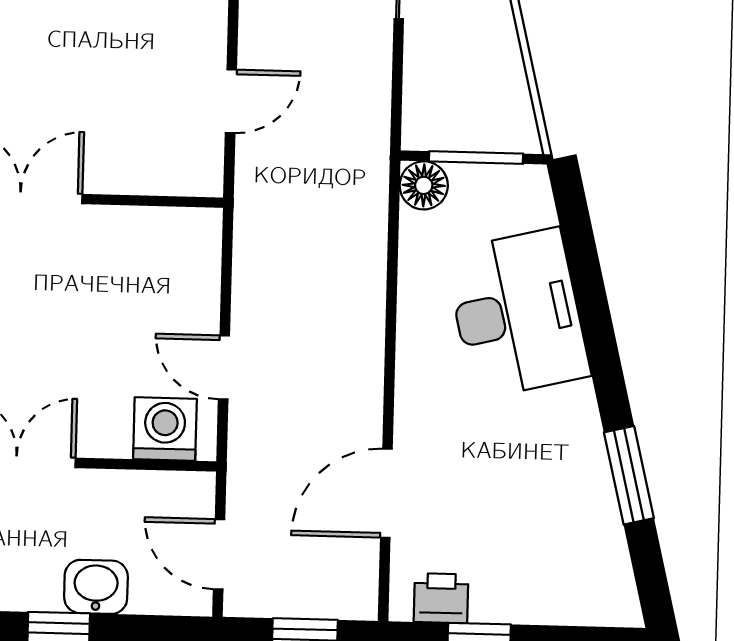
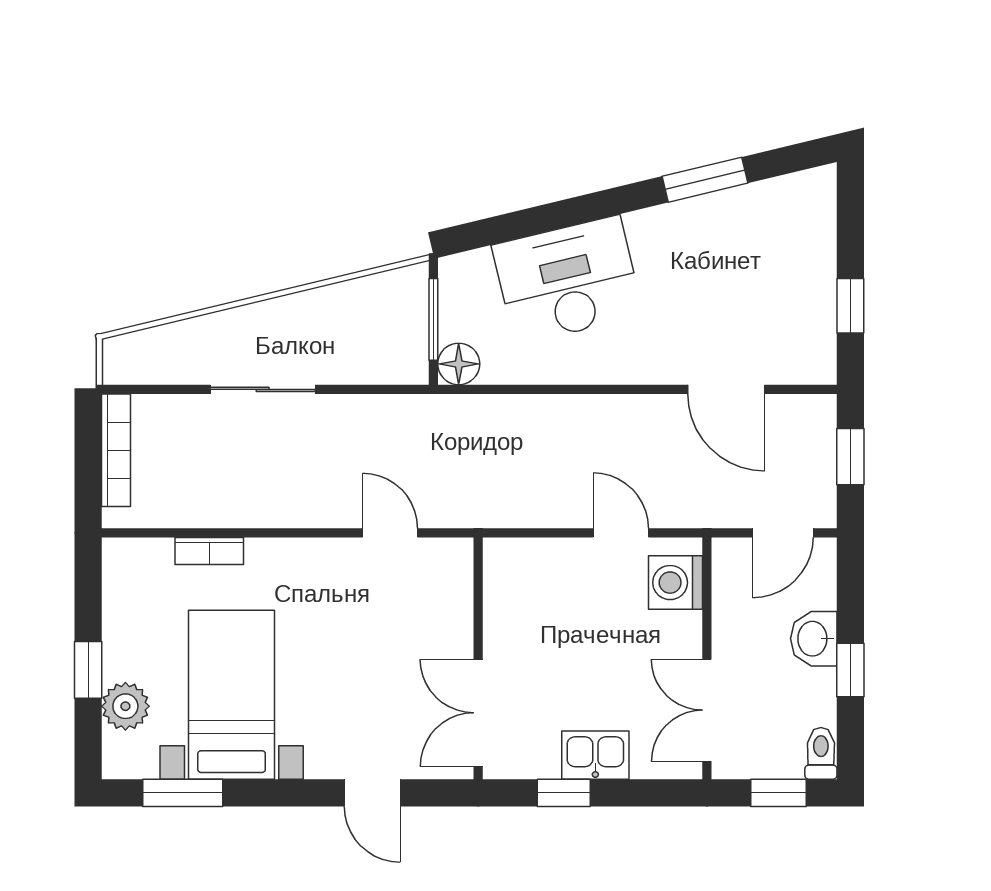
door: (224, 367) -> (621, 533), swing flipped
printer: (441, 598) -> (816, 340), removed

